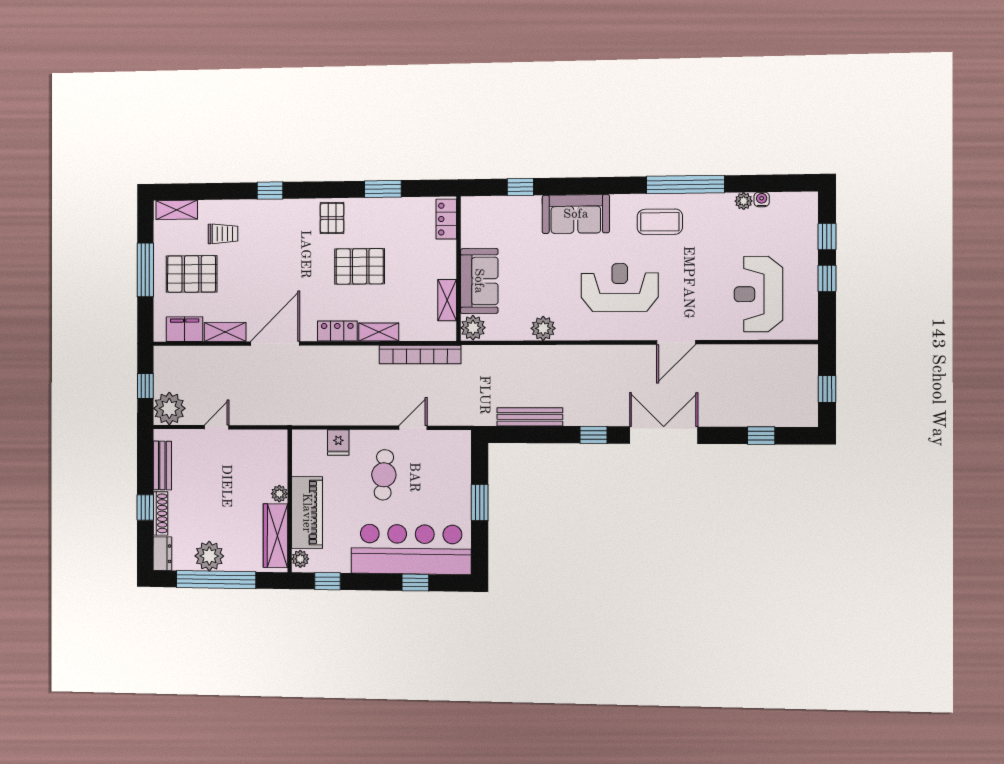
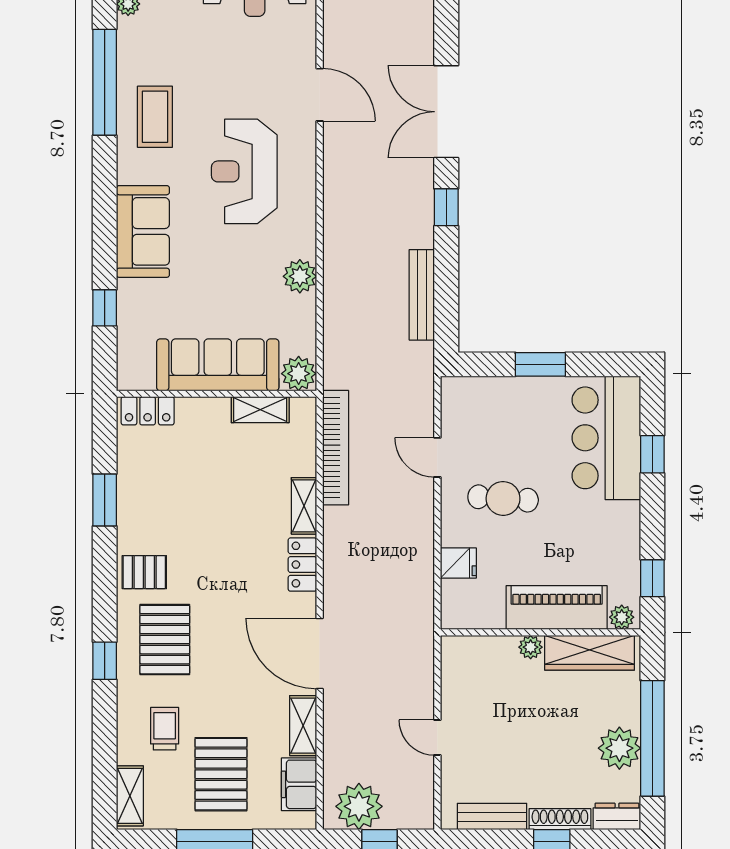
pallet: (360, 266) -> (165, 640), moved
sofa: (479, 281) -> (218, 365), width x1.36
plant: (169, 408) -> (359, 806), moved
bar counter: (411, 549) -> (606, 438), width x0.73

